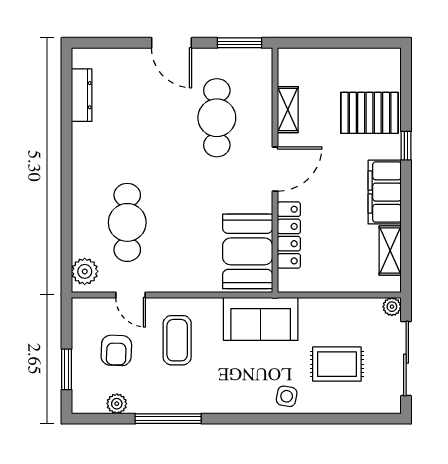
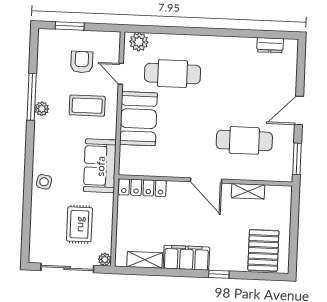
dresser: (82, 95) -> (270, 45), width x0.70
pallet: (369, 113) -> (263, 250), moved
locker: (289, 235) -> (142, 188), moved
booth: (248, 251) -> (138, 119), moved, turned 90
door: (131, 295) -> (121, 74), hinge flipped
armchair: (116, 350) -> (82, 62), turned 88
rug: (337, 364) -> (79, 224), moved
plant: (117, 404) -> (42, 109), moved

